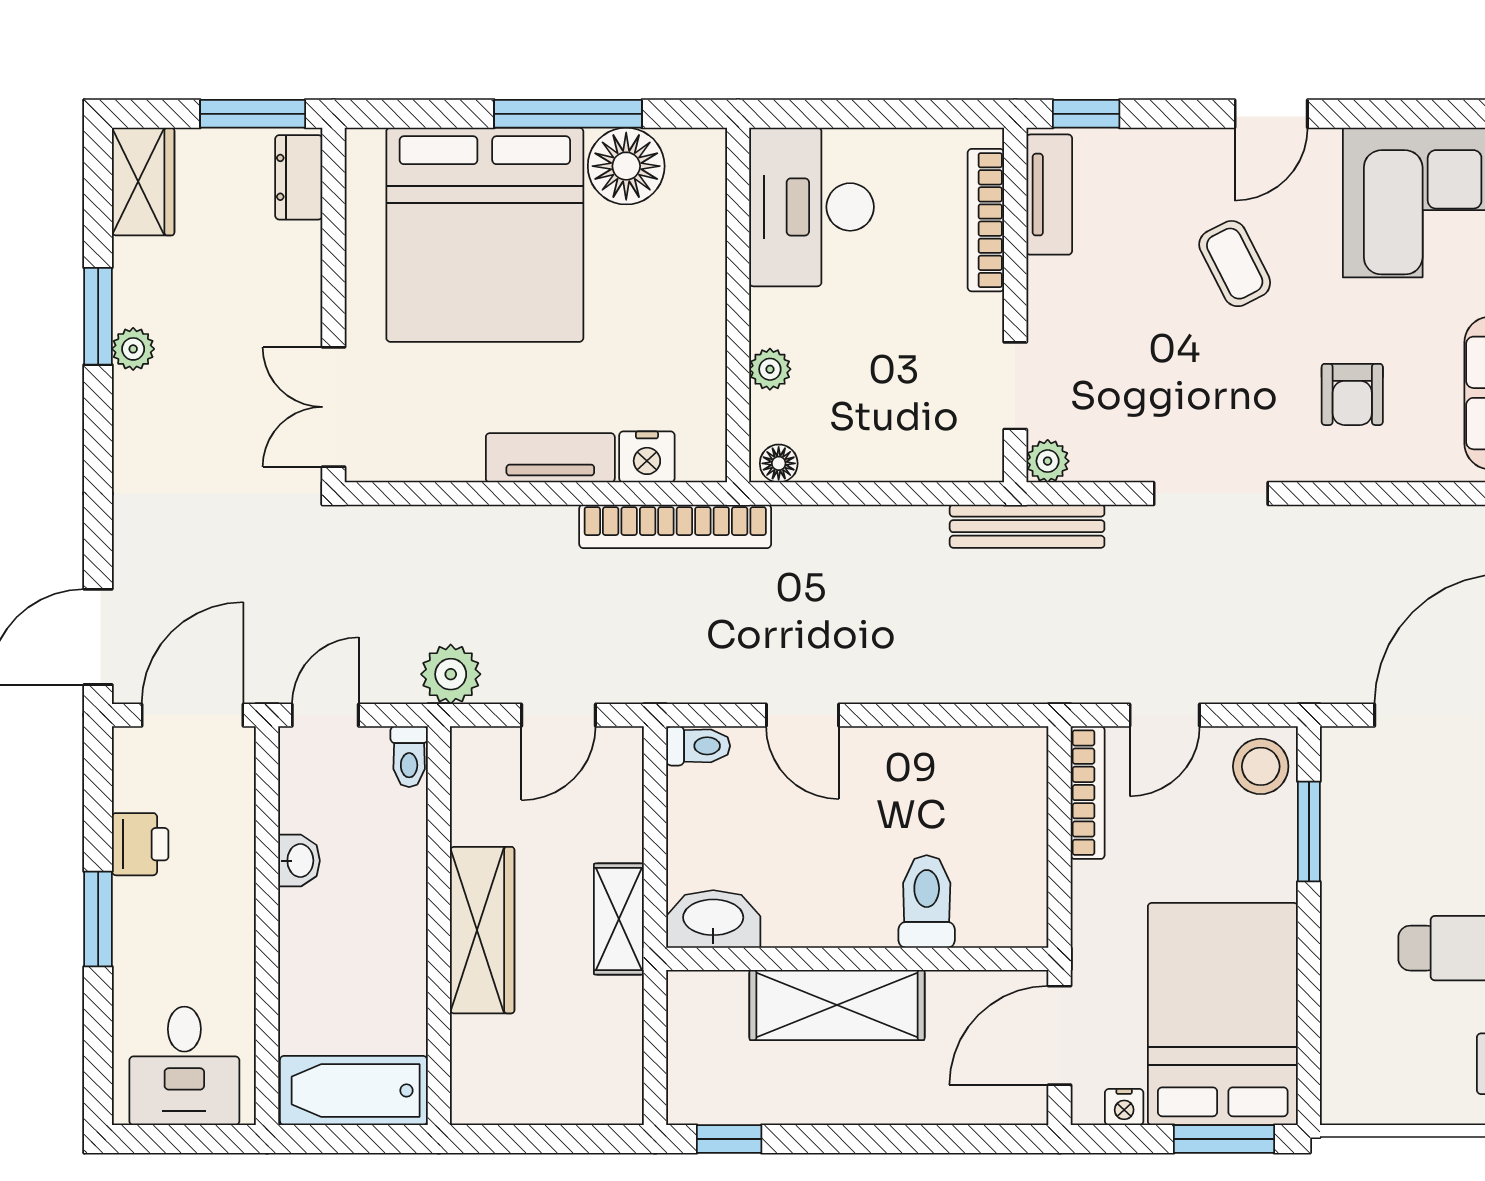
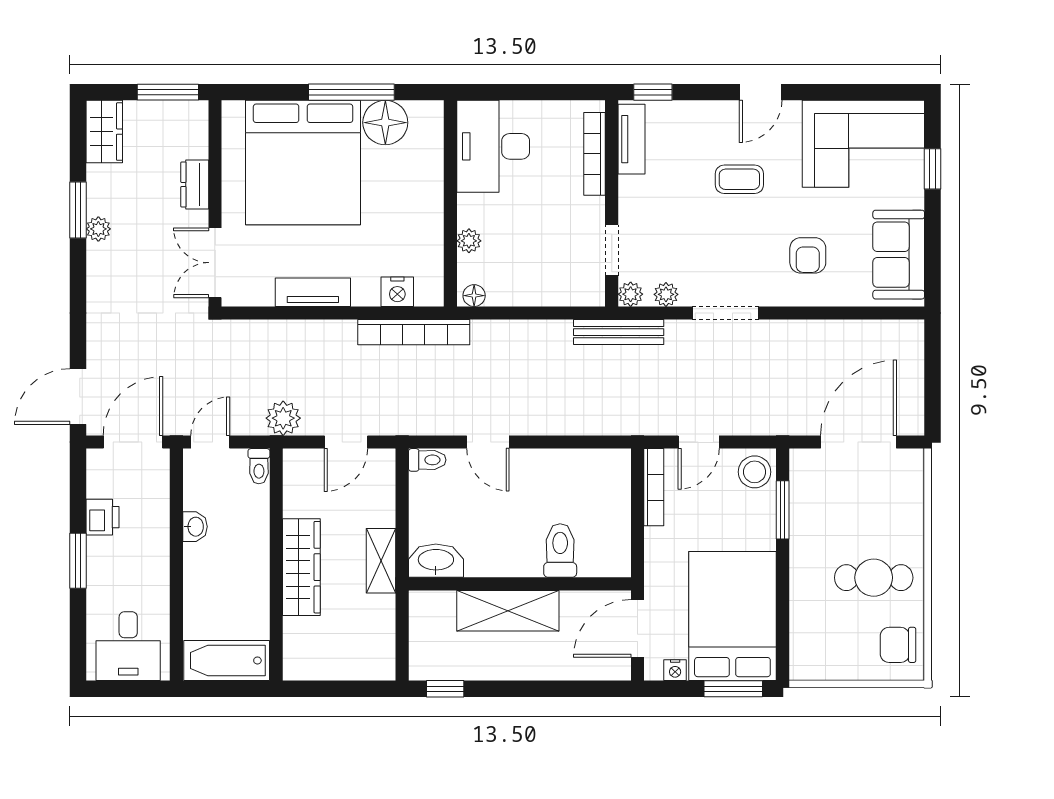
dresser: (299, 177) -> (195, 184), moved
coffee table: (1235, 264) -> (739, 179), turned -63
tv unit: (550, 458) -> (313, 292), moved
plant: (1109, 461) -> (666, 294), added

